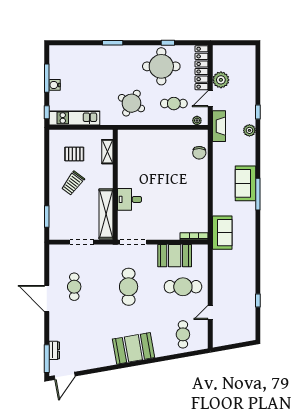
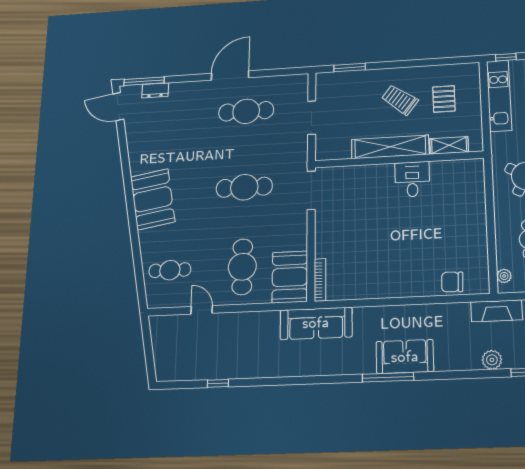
desk: (129, 199) -> (412, 179), moved
shelving: (106, 214) -> (390, 147), moved
sofa: (222, 233) -> (316, 323), width x1.36
booth: (175, 256) -> (290, 277), moved
cafe table: (74, 287) -> (246, 111), width x1.37, depth x1.35

